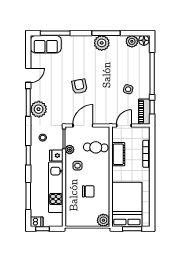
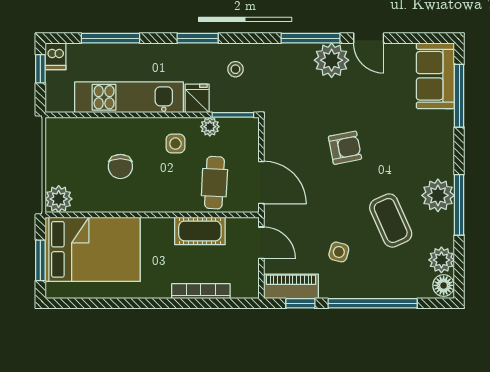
coffee table: (113, 65) -> (391, 220), added
plant: (39, 109) -> (332, 60), moved
door: (83, 125) -> (261, 182), moved

